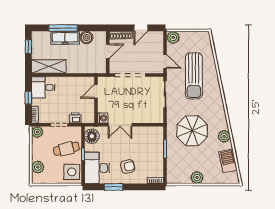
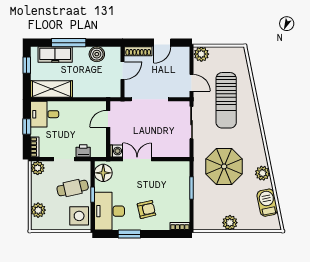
freezer: (65, 38) -> (55, 54), moved
double door: (120, 125) -> (137, 159), swing flipped

